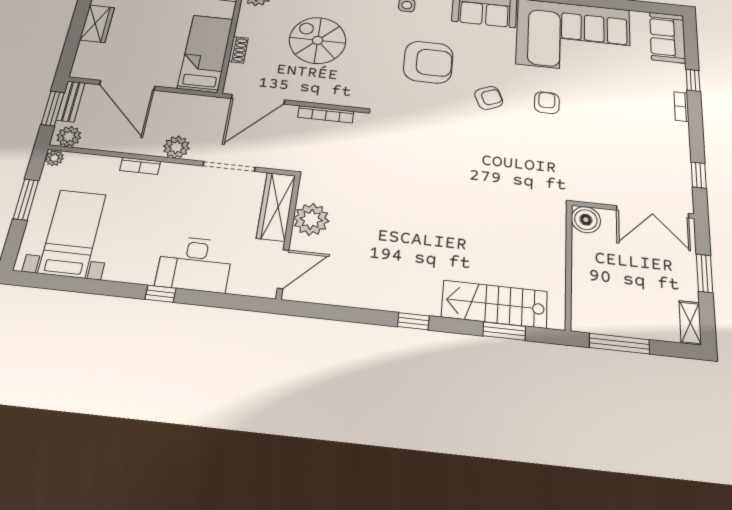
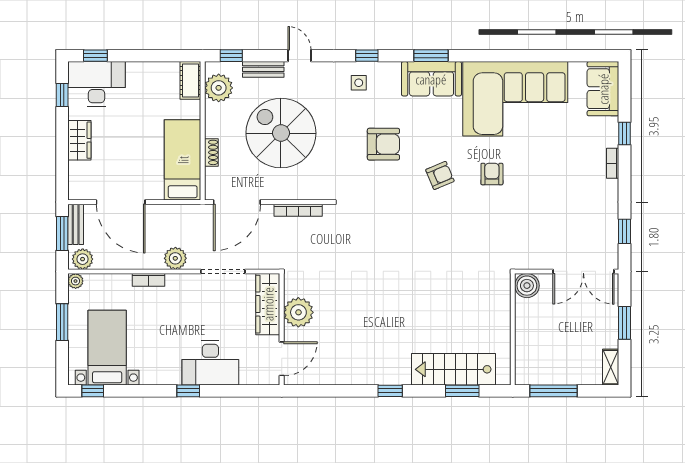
spiral stairs: (318, 40) -> (281, 133), width x1.37, depth x1.37
armchair: (428, 62) -> (383, 144), width x0.73, depth x0.73
window: (41, 281) -> (93, 391), added

